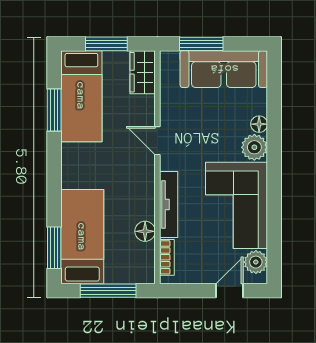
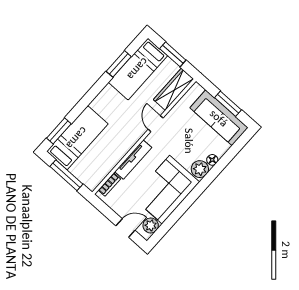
window: (201, 44) -> (228, 104), moved
wardrobe: (143, 72) -> (173, 89), width x1.50
floor lamp: (145, 231) -> (110, 162), removed

